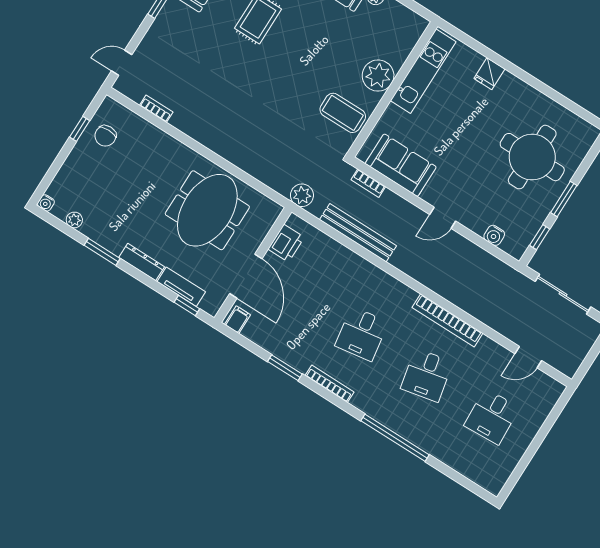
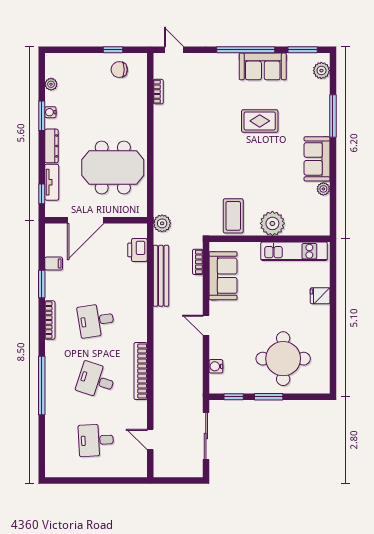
water cooler: (46, 203) -> (50, 112), moved
printer: (286, 243) -> (137, 250), moved, turned 90
filing cabinet: (237, 320) -> (54, 263), moved
desk: (427, 375) -> (96, 380), turned 30

